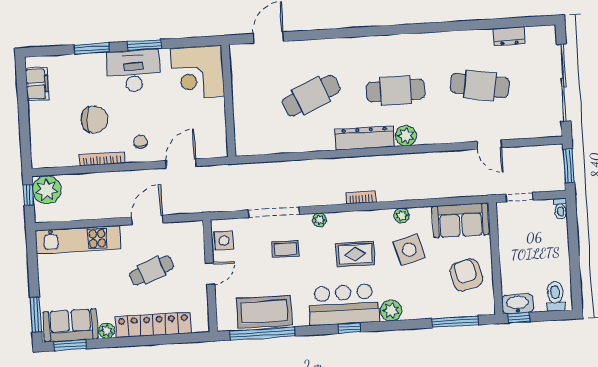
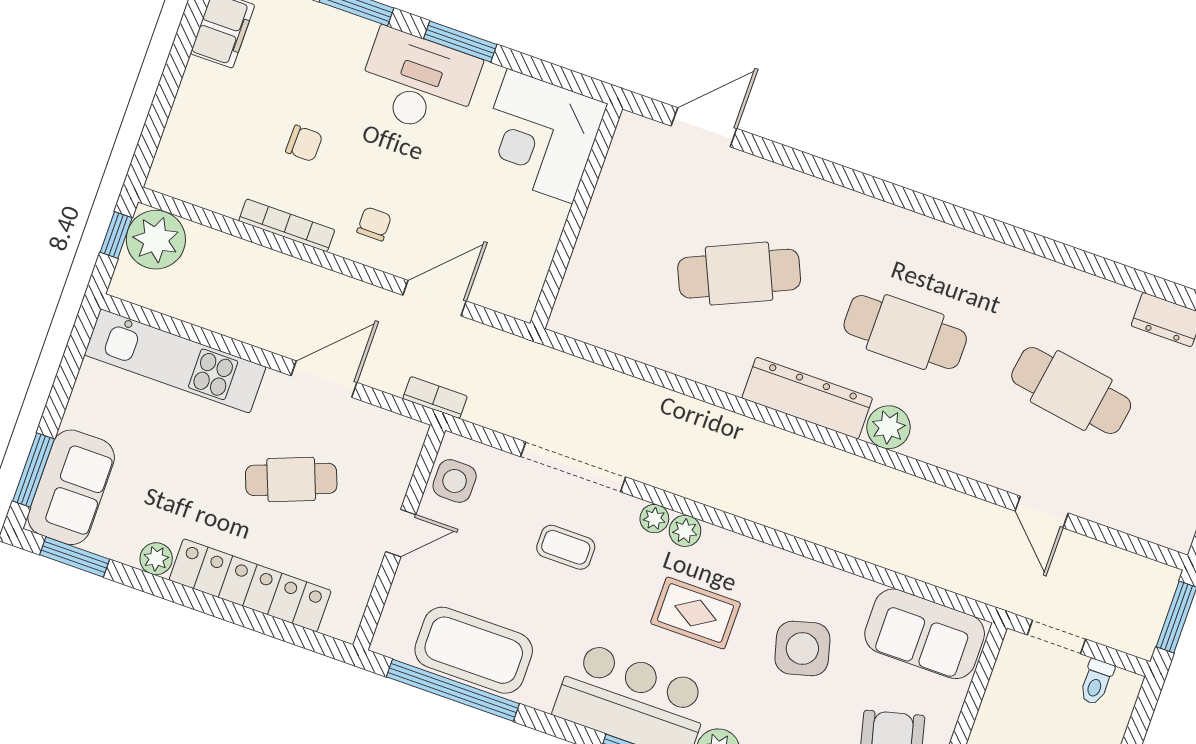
chair: (94, 119) -> (304, 143), width x0.54, depth x0.54
bookcase: (361, 197) -> (435, 397), moved
toilet: (560, 209) -> (1096, 682), moved
plant: (402, 216) -> (685, 531), moved
sofa: (70, 325) -> (71, 487), moved, turned 90

